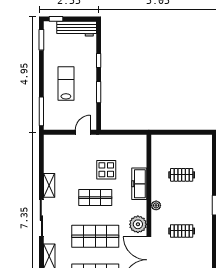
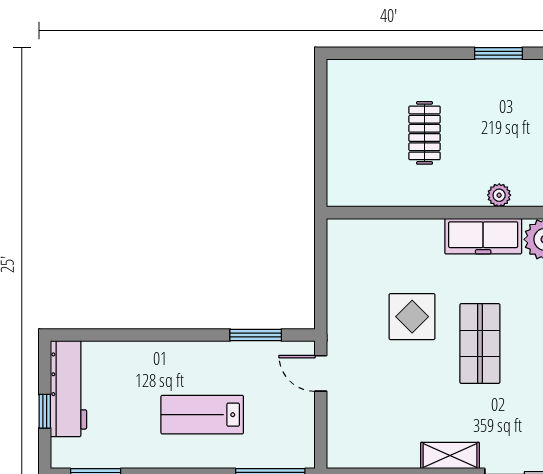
window: (56, 19) -> (45, 411), moved
window: (99, 60) -> (146, 335), removed
window: (99, 92) -> (256, 335), moved
freezer: (139, 184) -> (483, 236), moved

